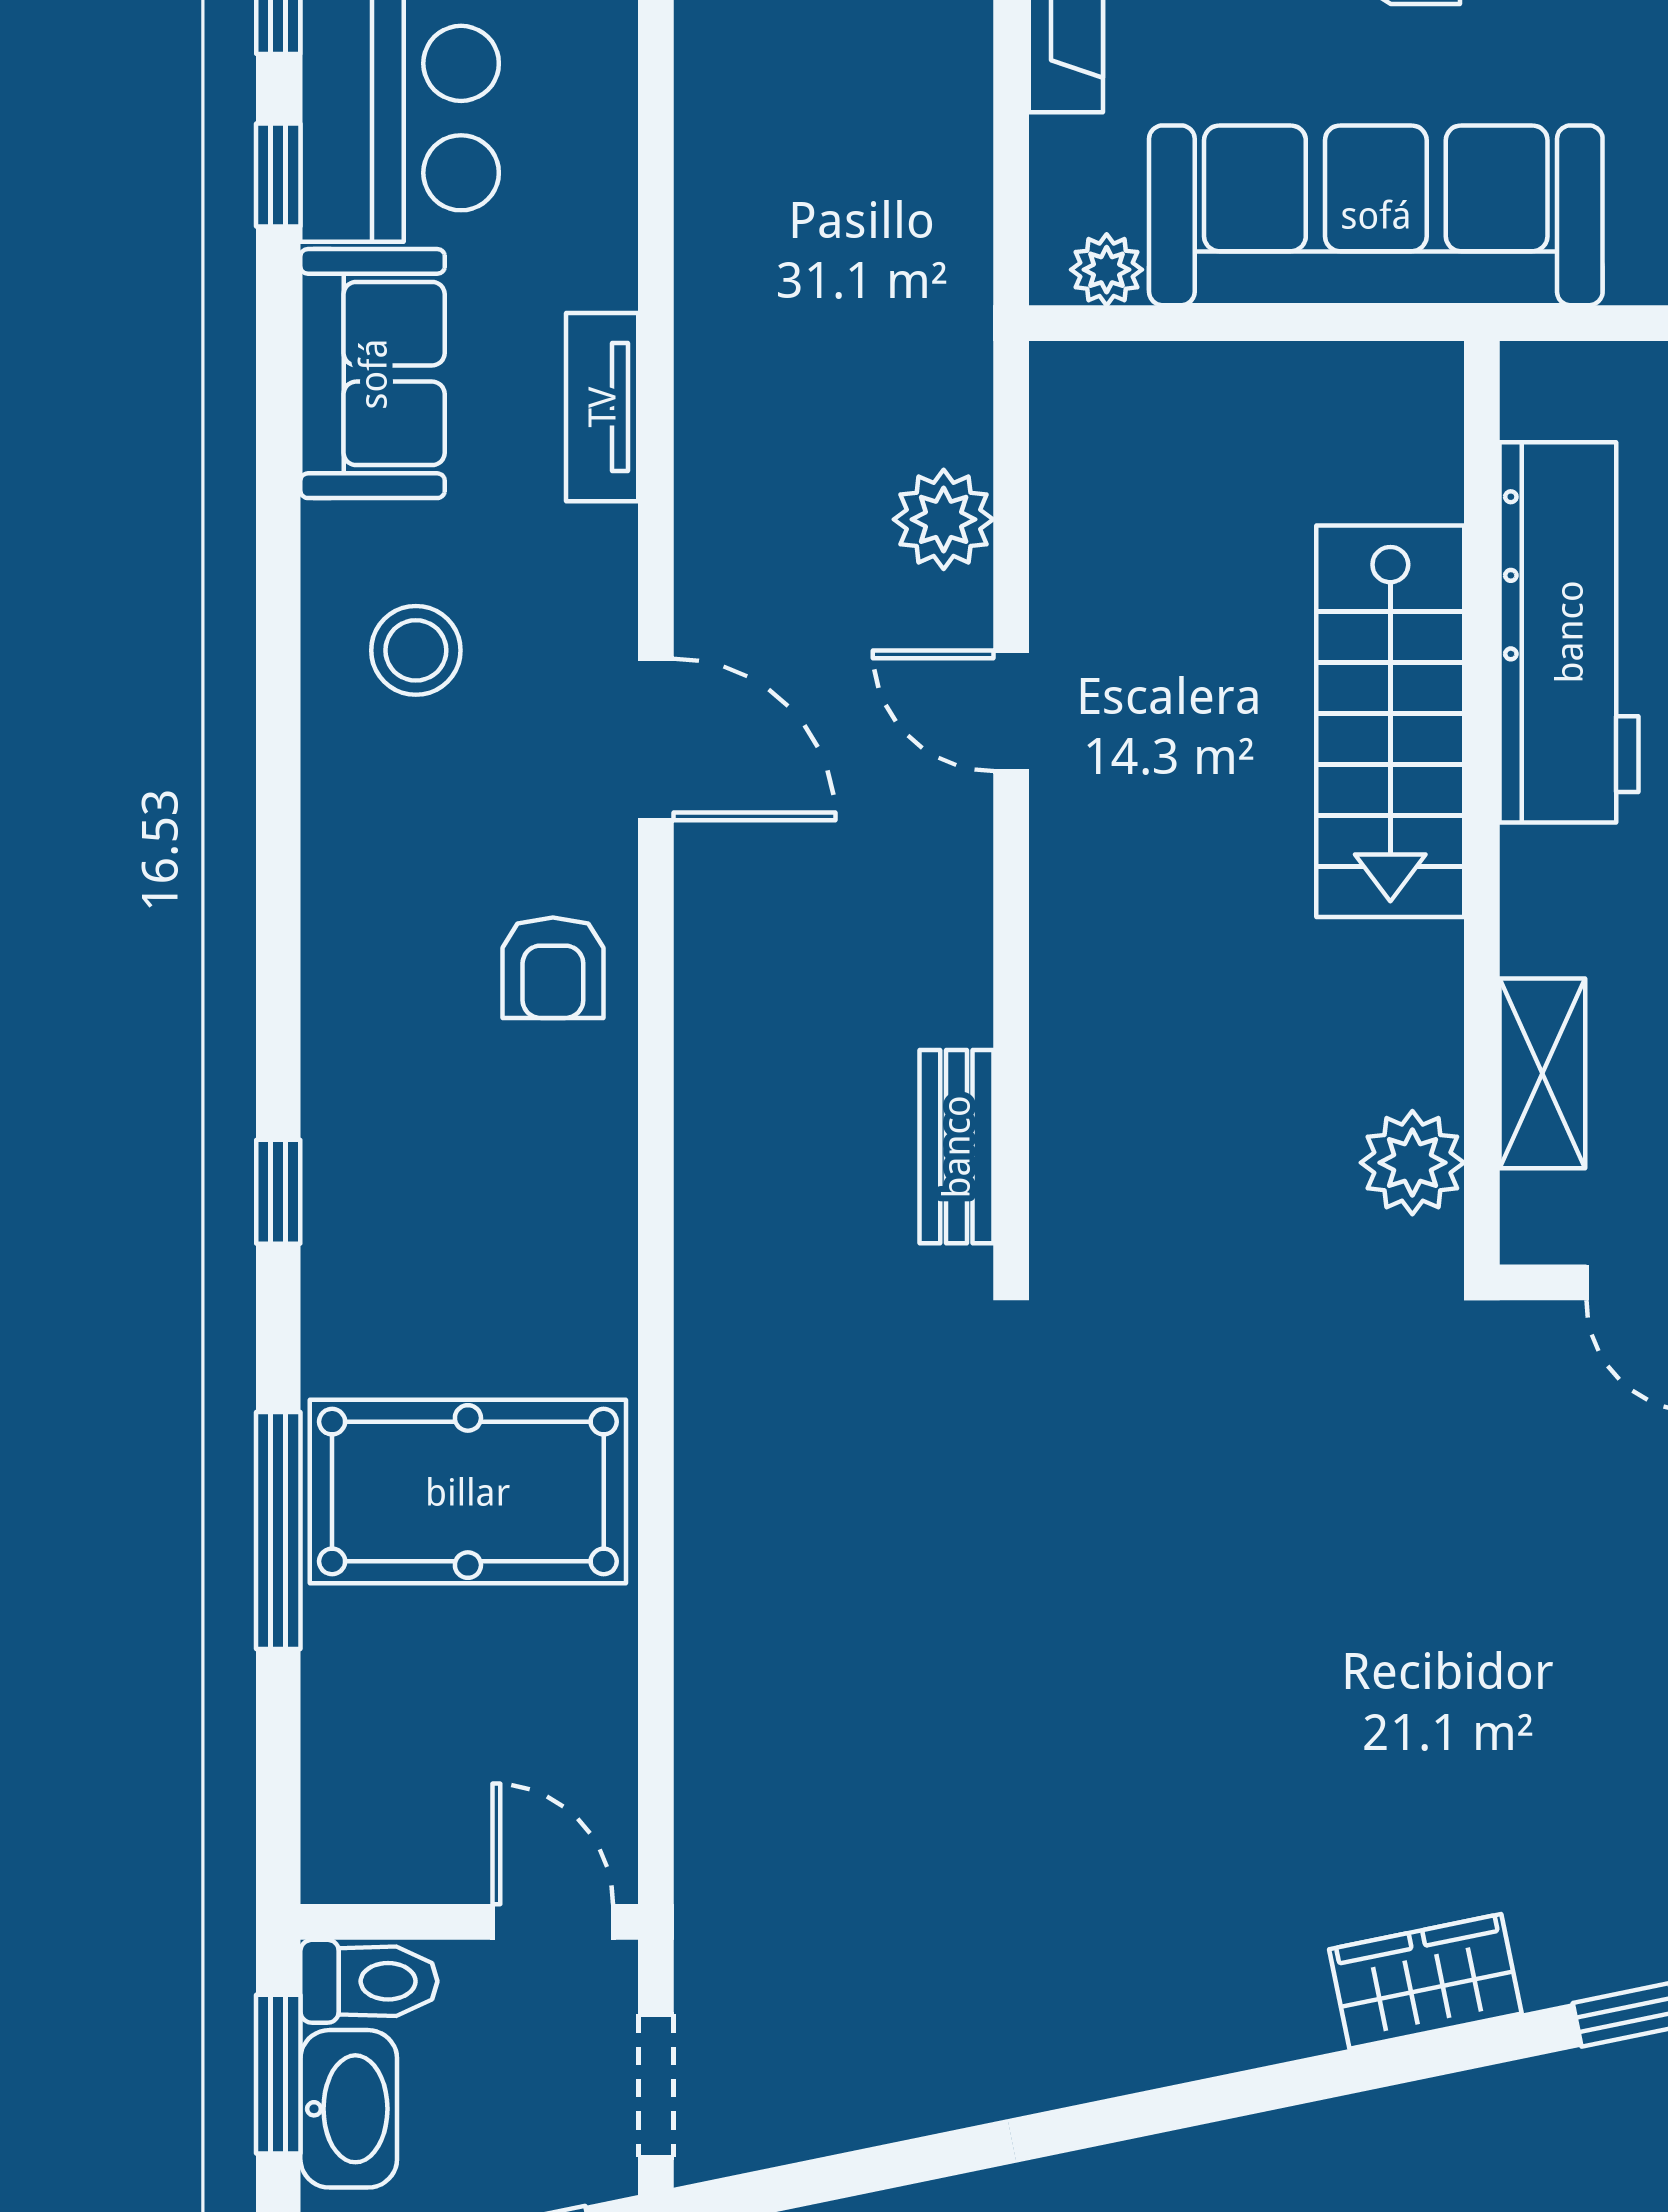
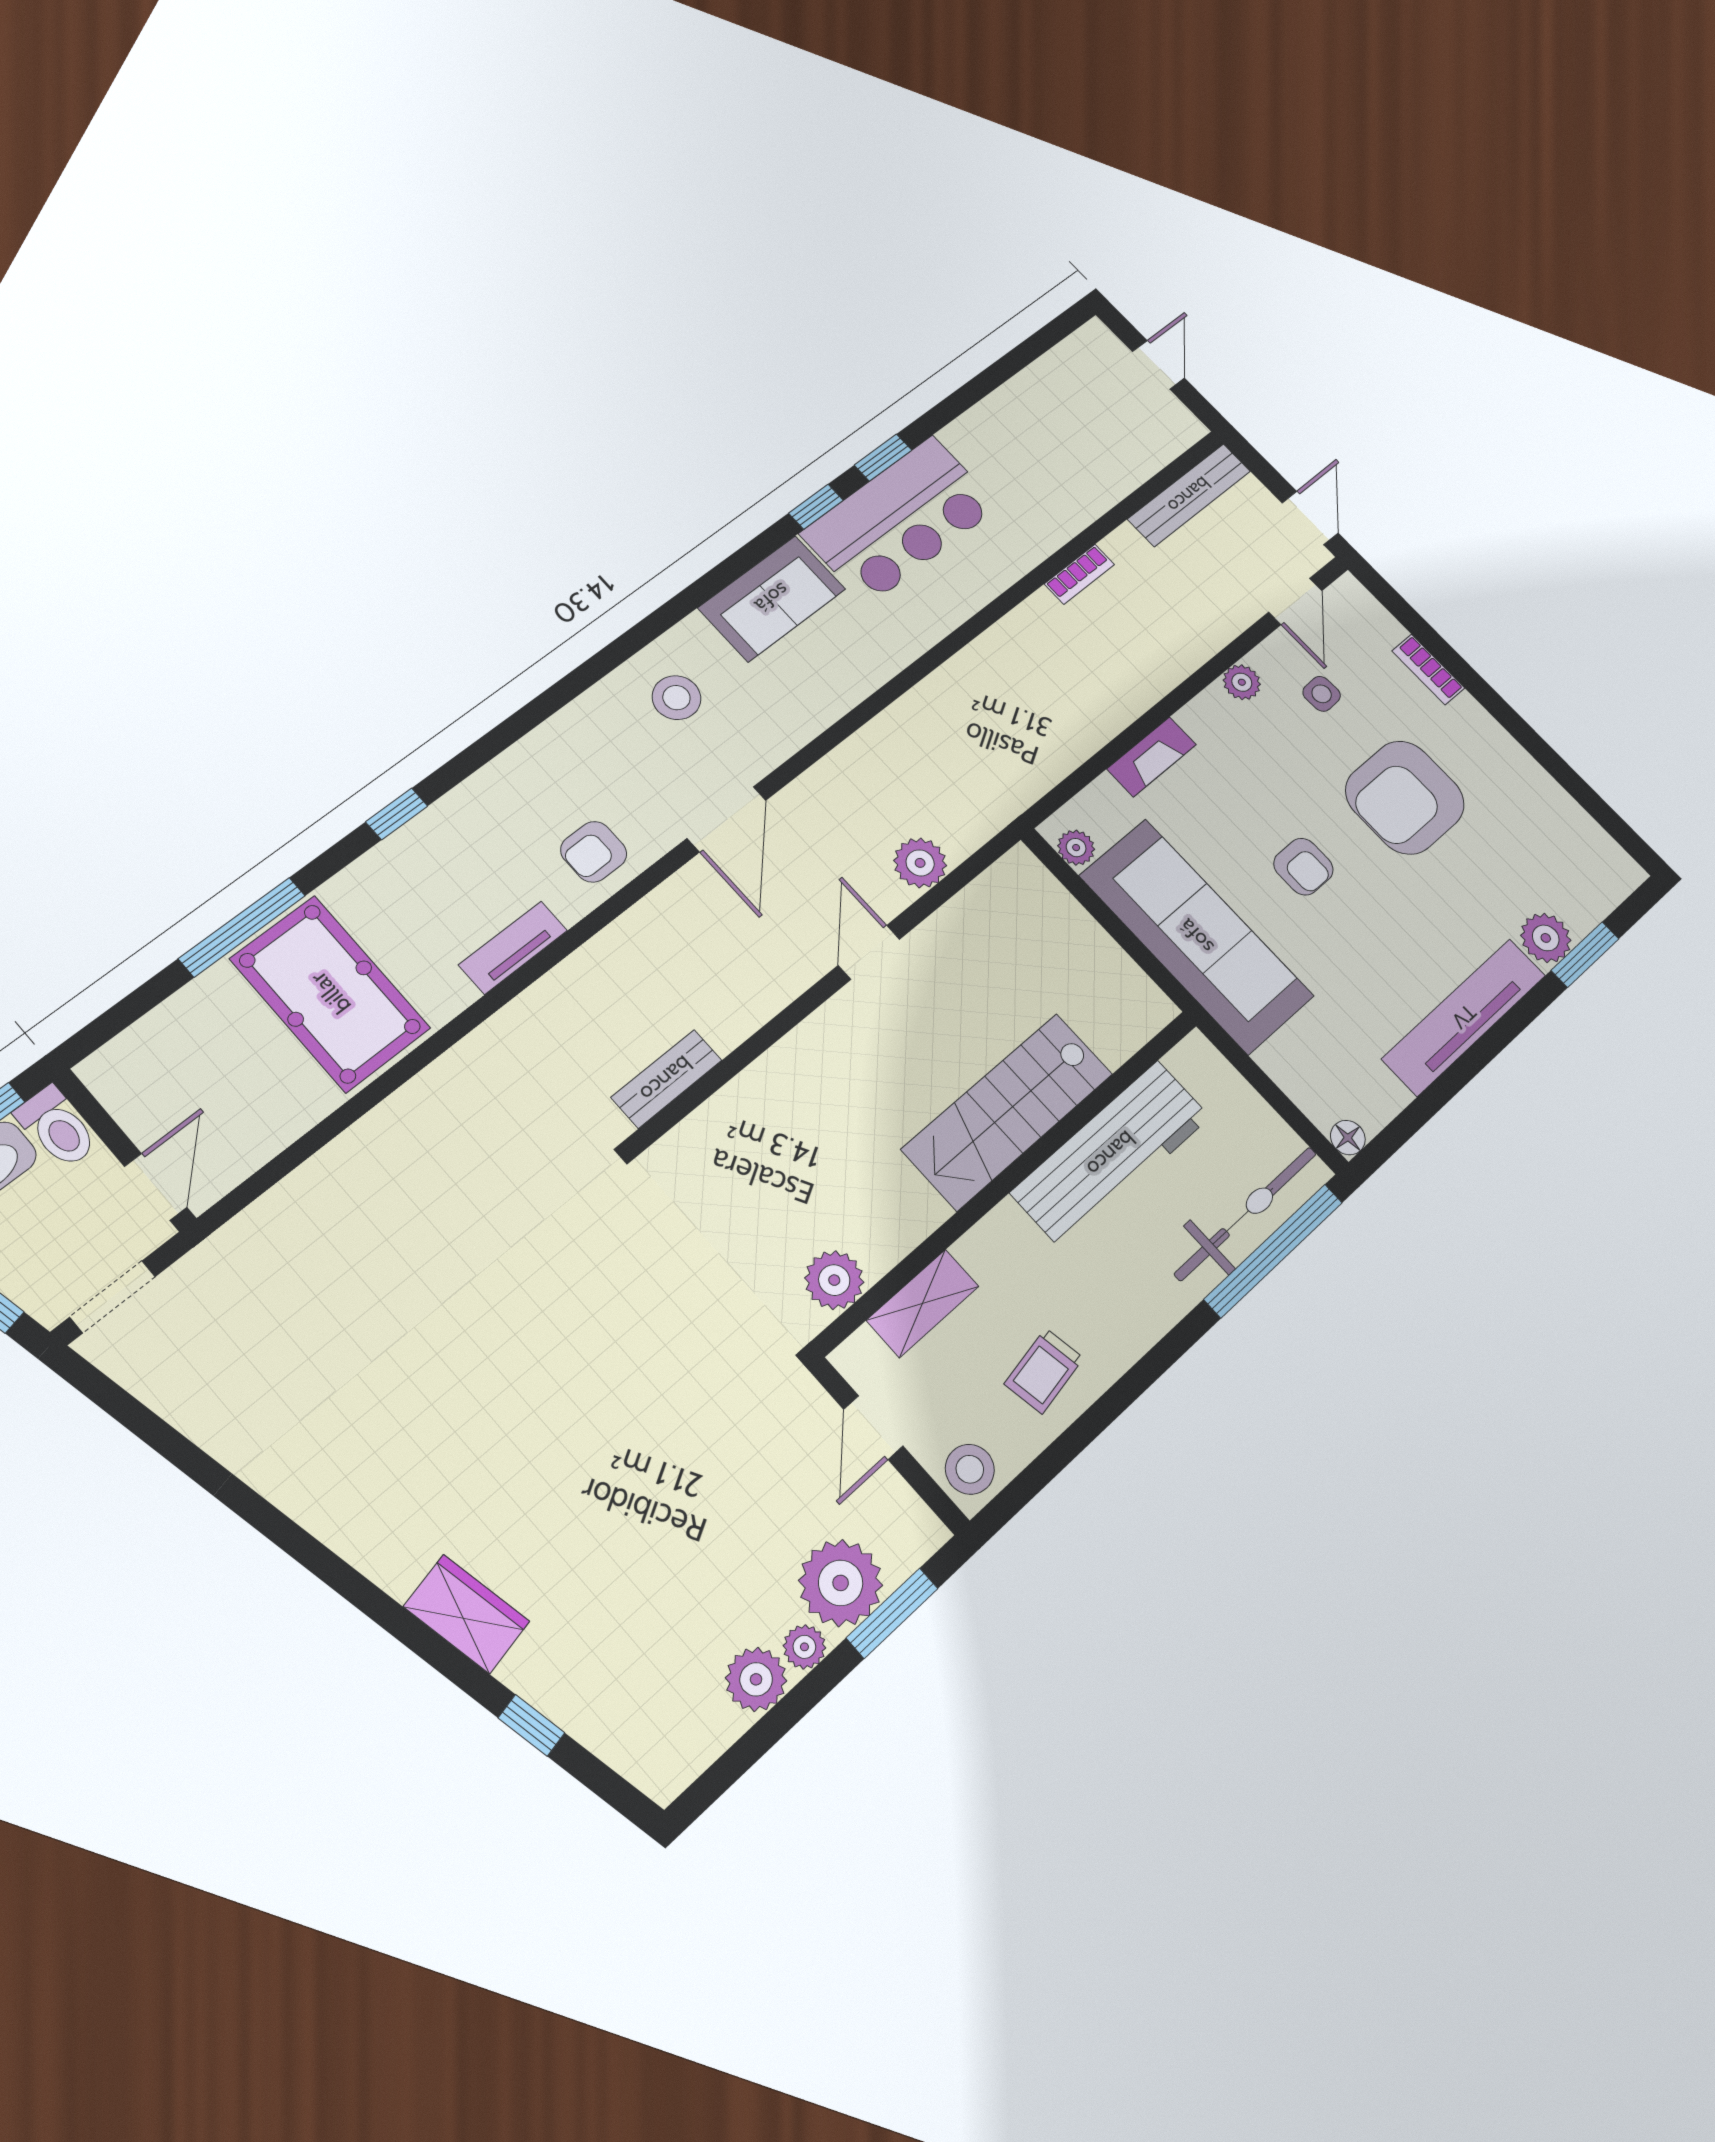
tv unit: (602, 407) -> (513, 948), moved

